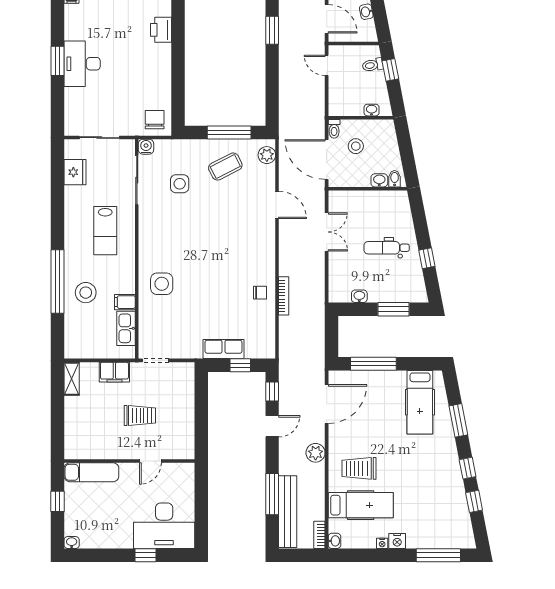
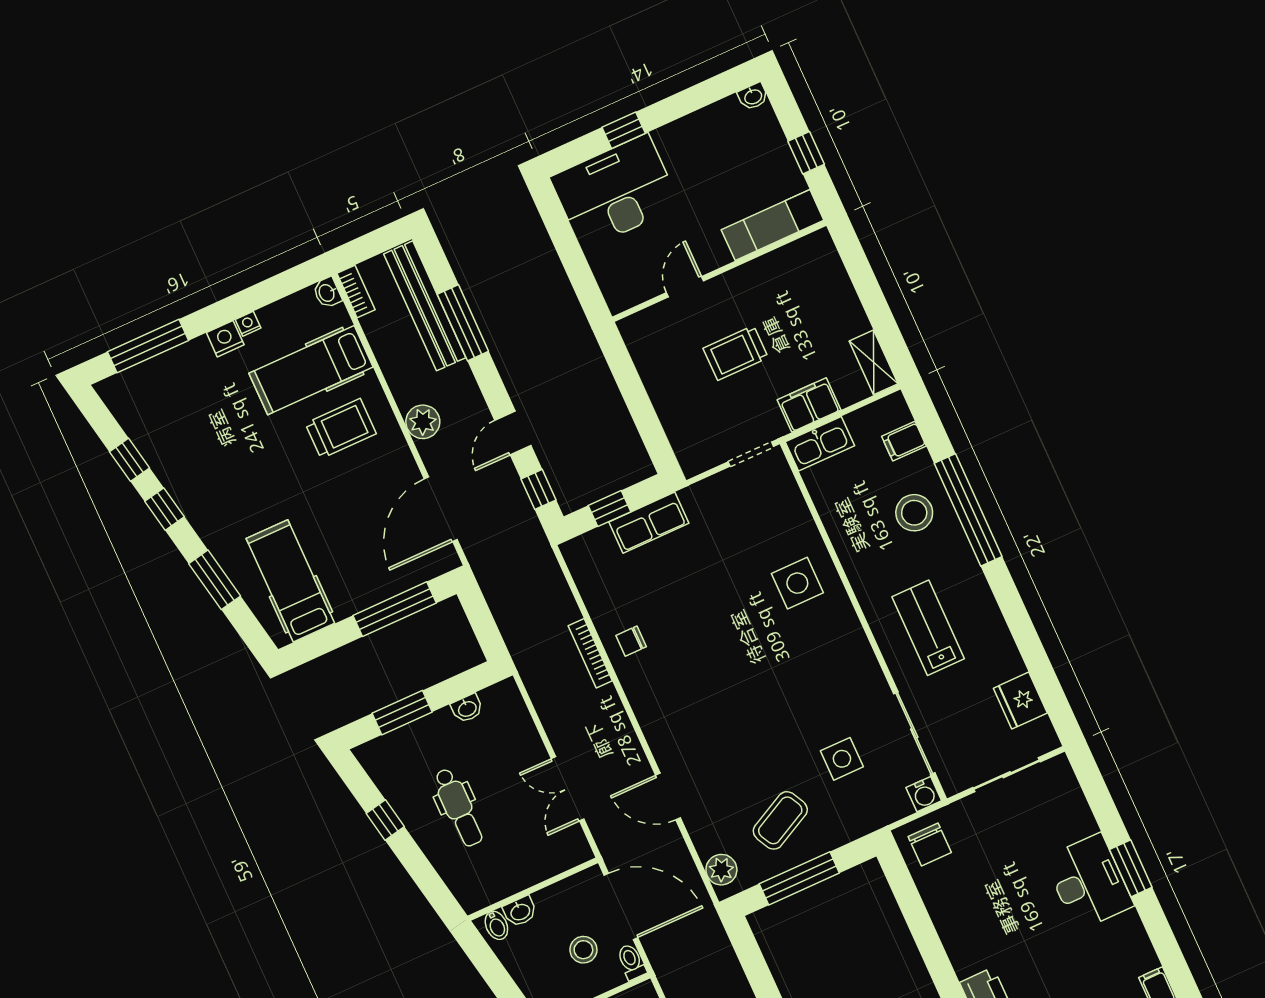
dental chair: (387, 248) -> (458, 807), turned 90
filing cabinet: (125, 302) -> (904, 441), moved, turned 180
kitchen sink: (126, 328) -> (820, 444), moved, turned 90

